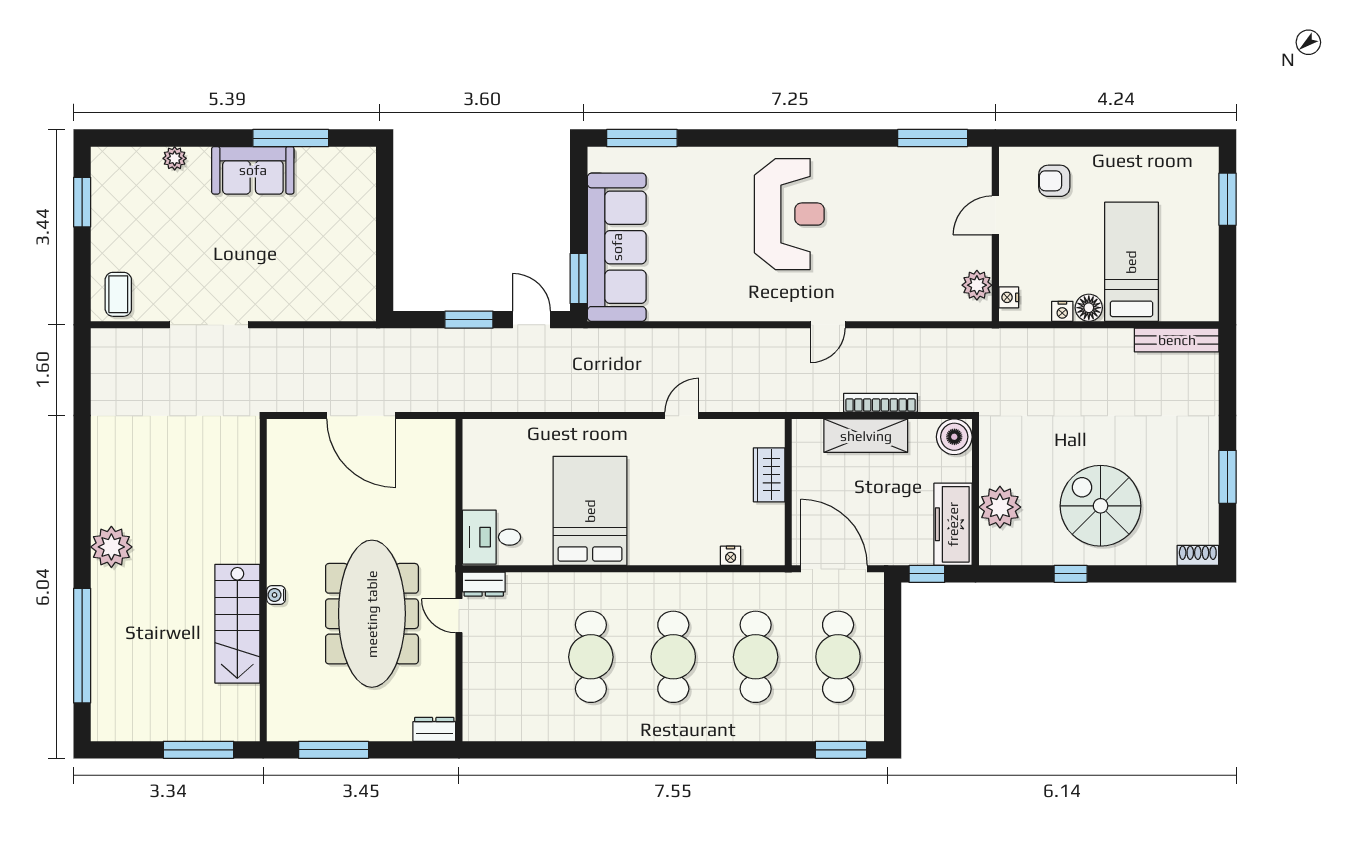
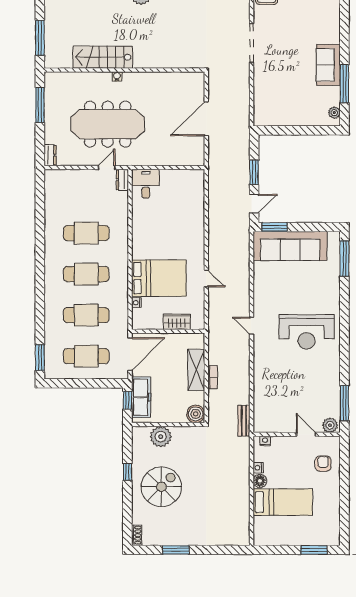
plant: (175, 158) -> (334, 113), moved
plant: (977, 285) -> (330, 425), moved
door: (828, 325) -> (251, 326), moved
bench: (1177, 340) -> (244, 421), moved, width x0.73
bookcase: (880, 403) -> (213, 377), width x0.64
bed: (590, 511) -> (159, 278), moved
freezer: (953, 524) -> (141, 397), moved, turned 90

